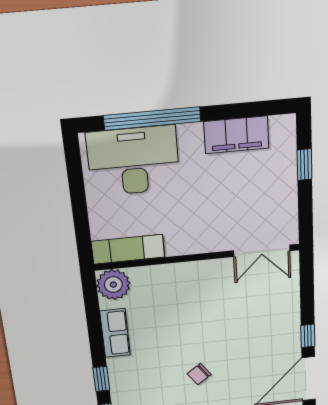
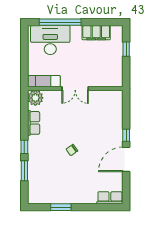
double door: (262, 251) -> (75, 88), moved

